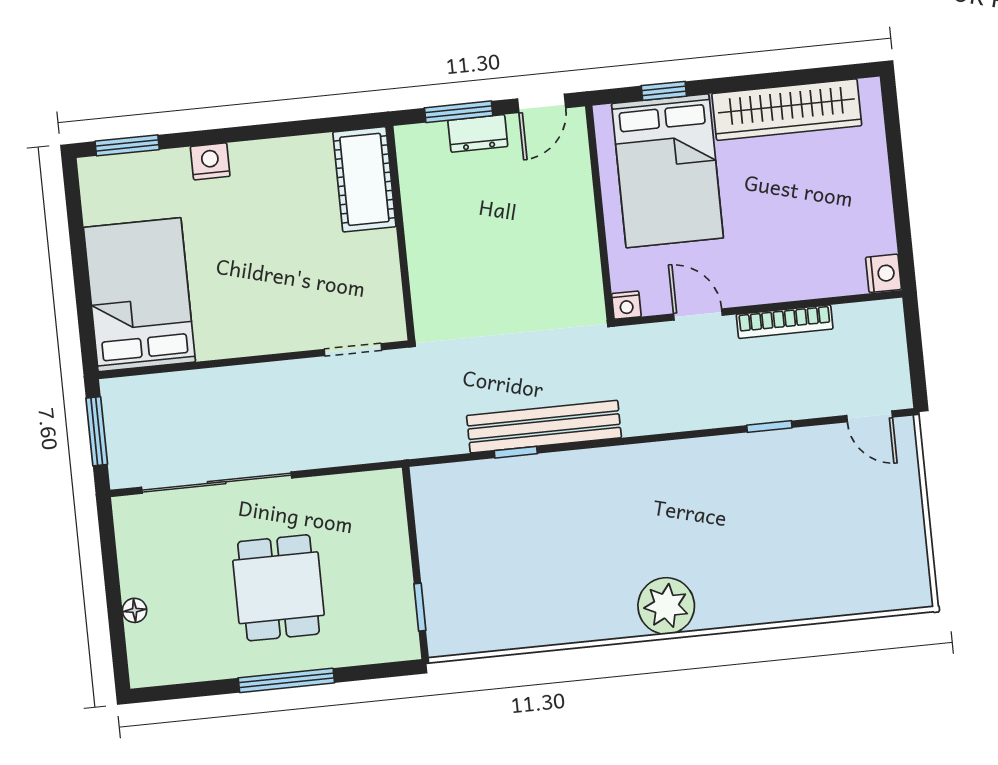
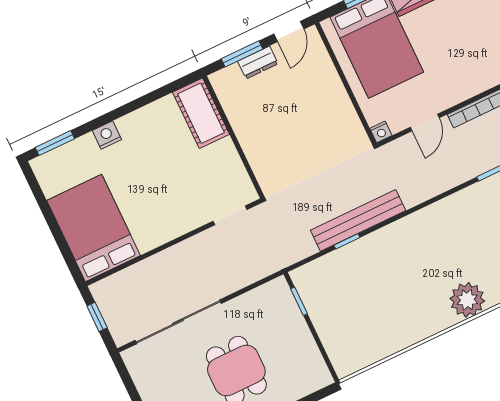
door: (698, 315) -> (425, 122), swing flipped
window: (97, 431) -> (97, 317), width x0.67
window: (420, 607) -> (299, 301), moved

